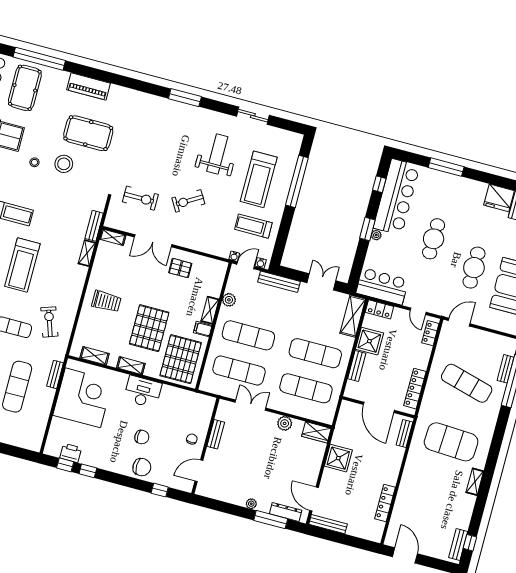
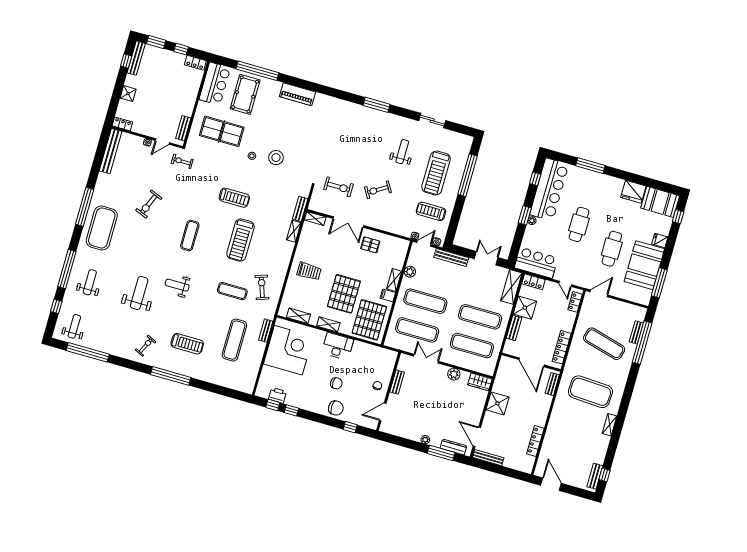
pool table: (88, 133) -> (297, 133), removed
weight bench: (217, 154) -> (402, 152), width x0.73, depth x0.75

